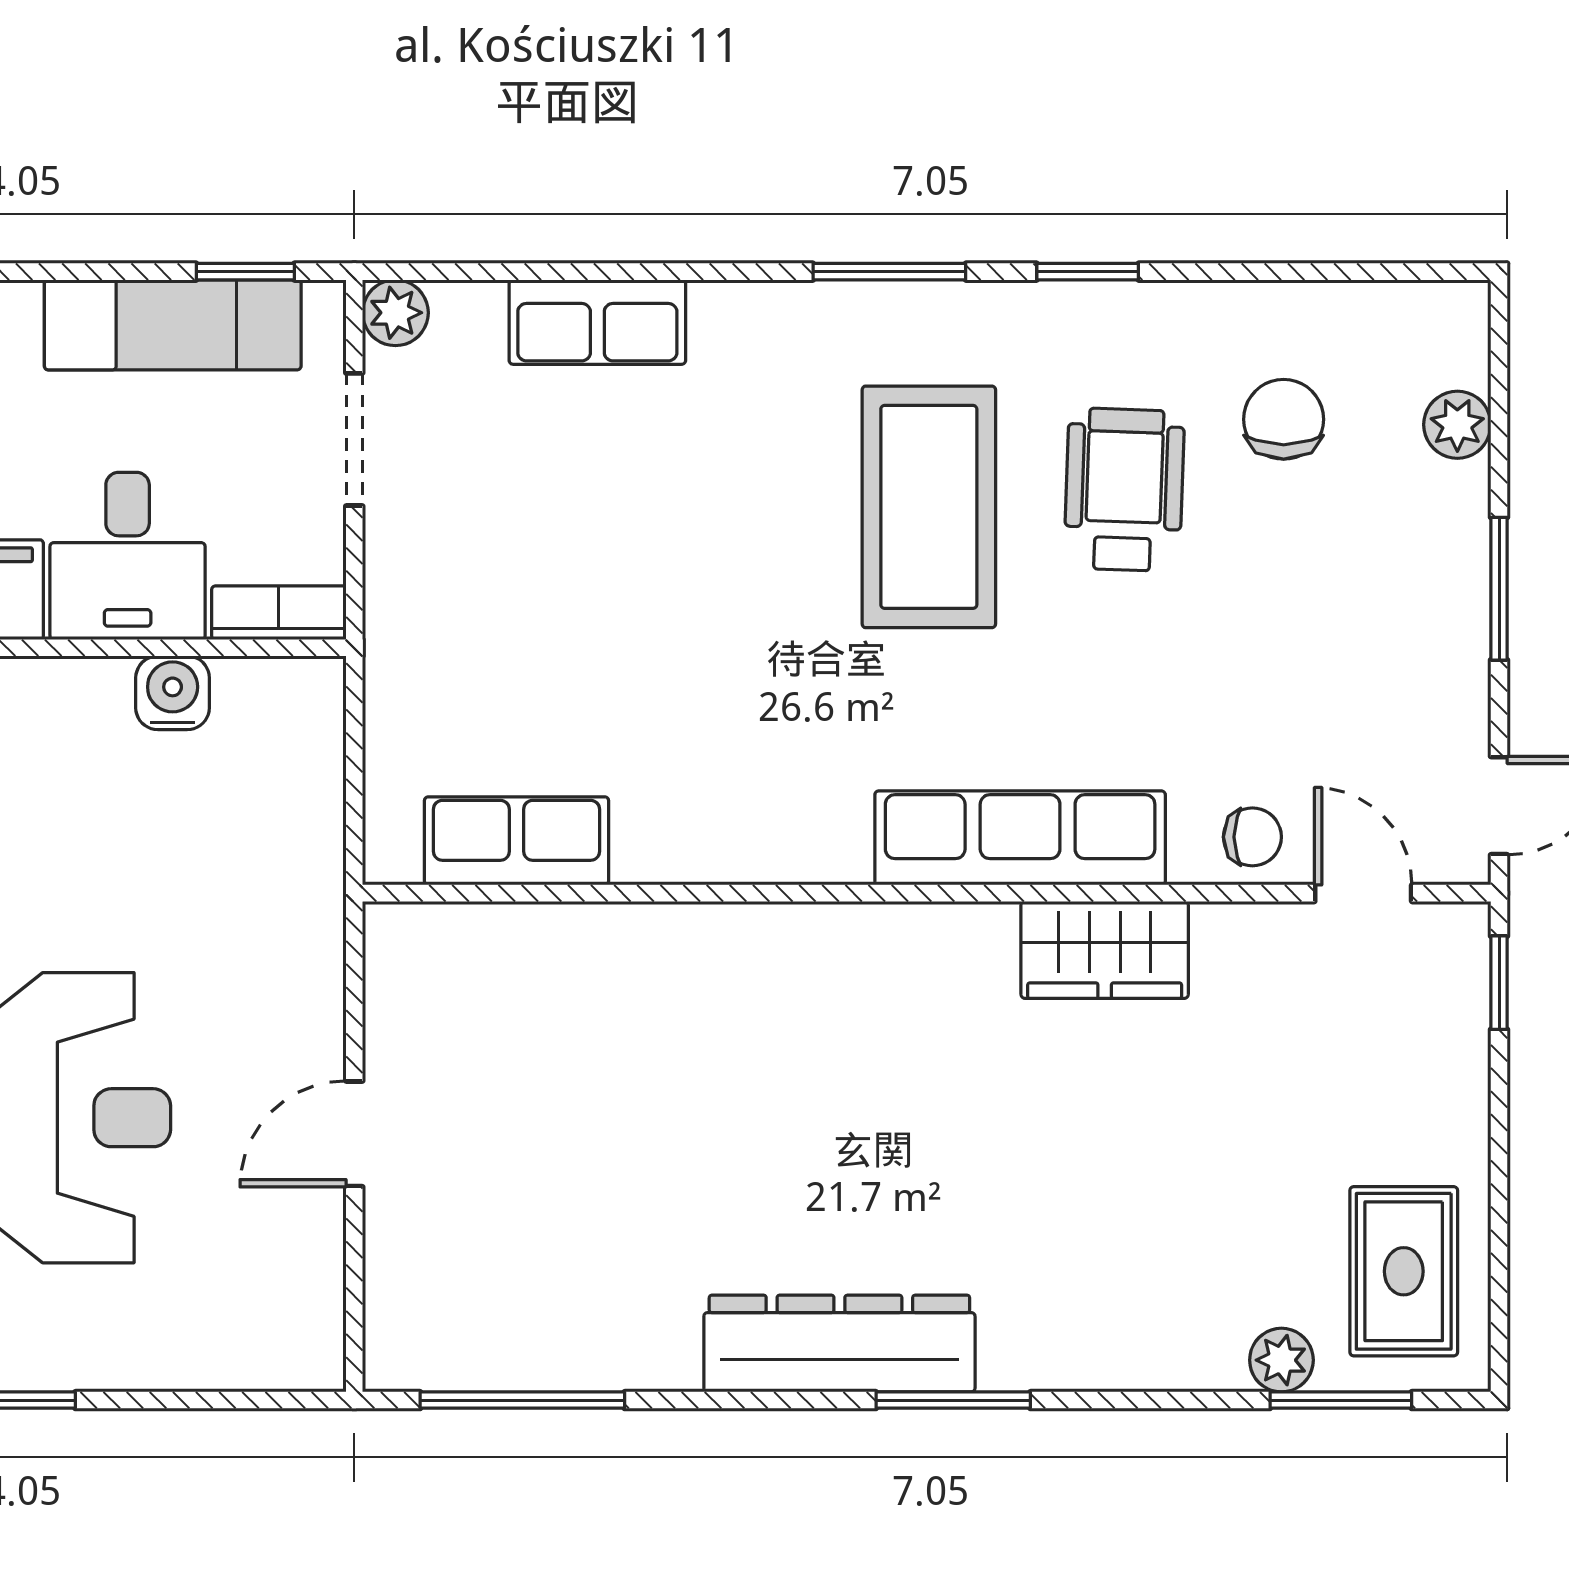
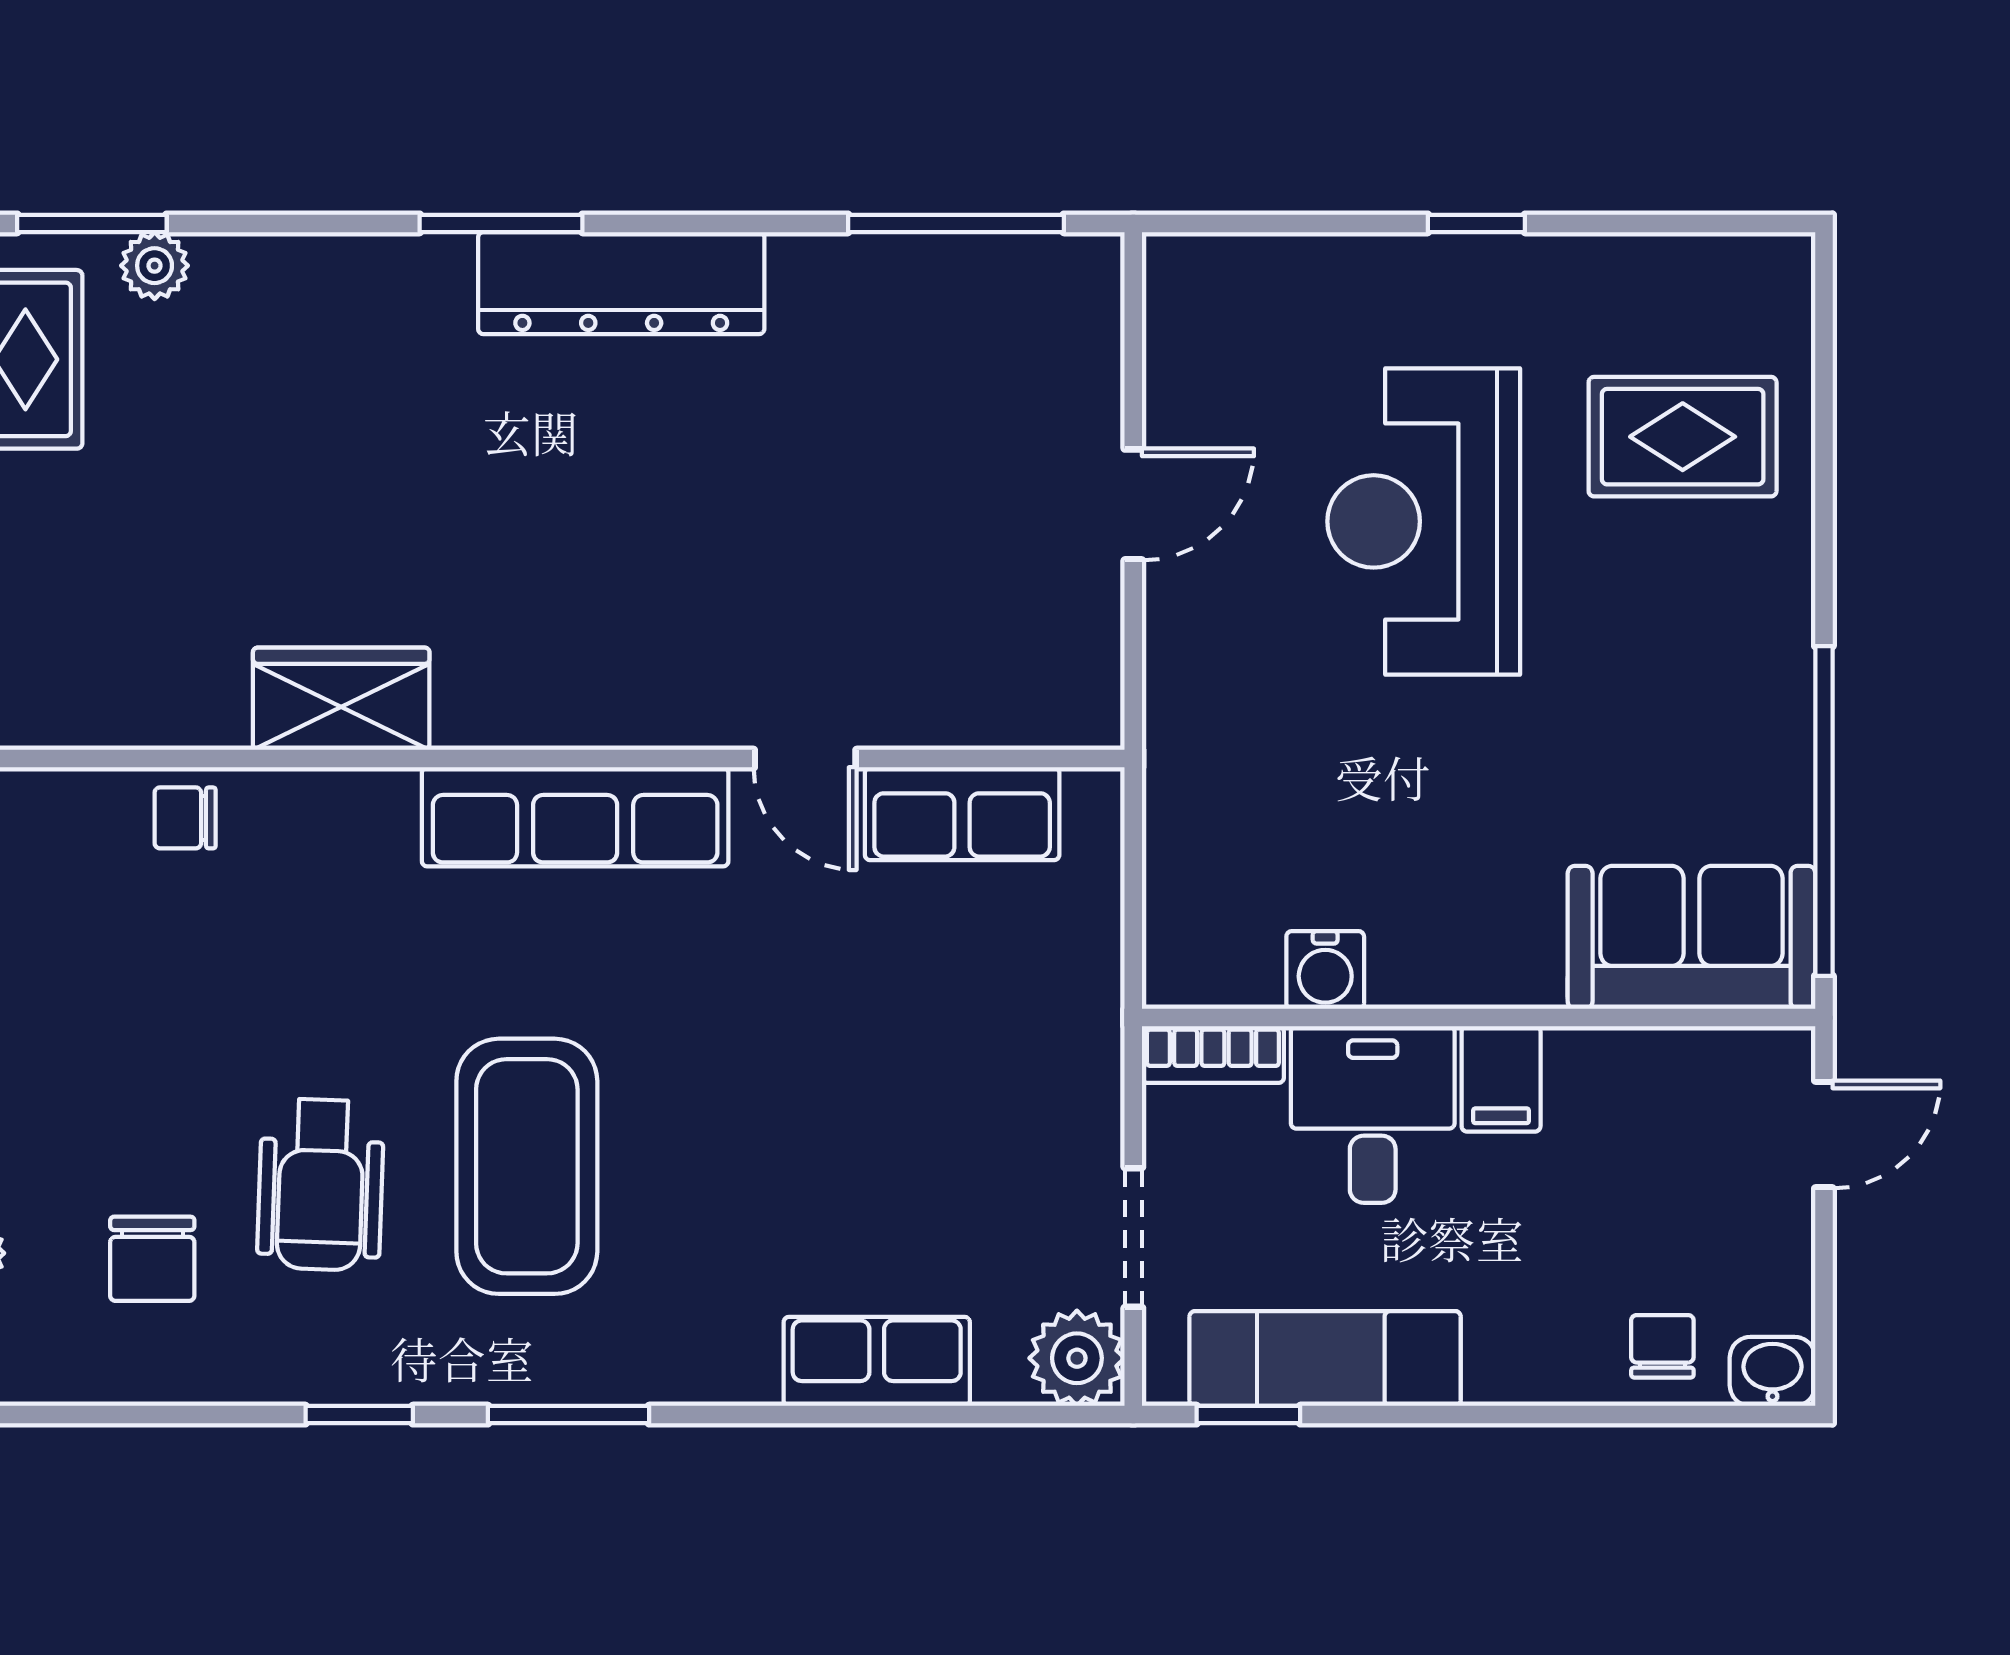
plant: (395, 313) -> (1077, 1358), width x1.38, depth x1.38
row of seats: (1020, 838) -> (575, 817), moved
door: (1363, 893) -> (805, 759), moved

